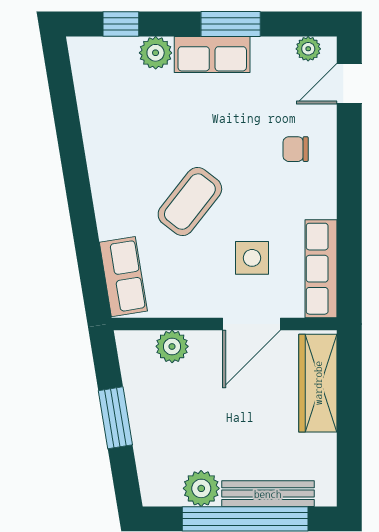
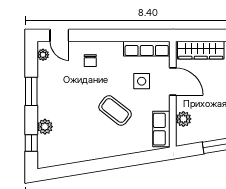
row of seats: (212, 54) -> (46, 100), removed
row of seats: (123, 277) -> (161, 129), moved, turned -81

